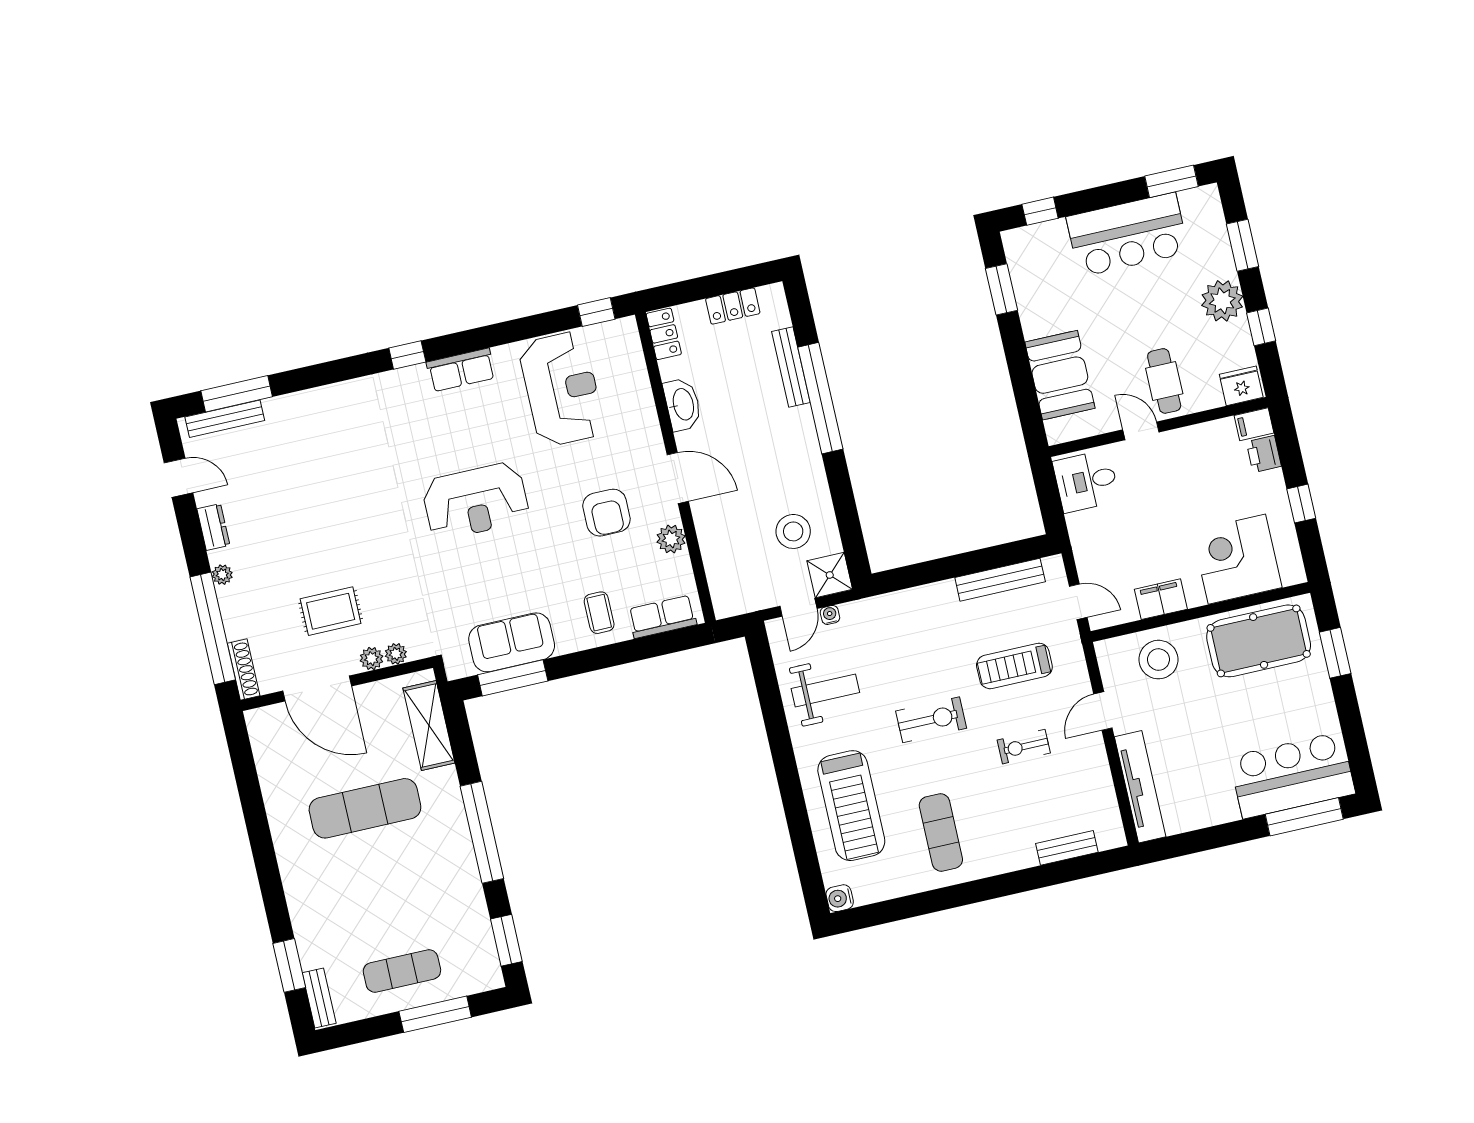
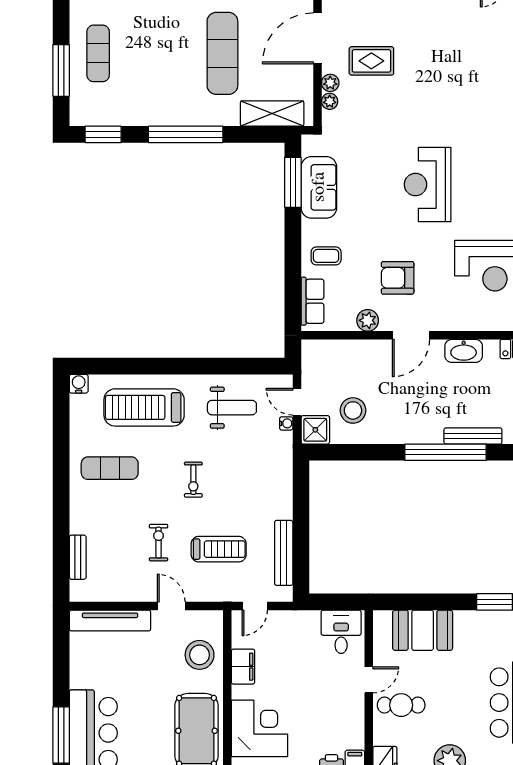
rug: (331, 611) -> (371, 61), turned 90
treadmill: (1014, 666) -> (219, 549), turned 90
weight bench: (825, 691) -> (232, 408), turned -90
exercise bike: (931, 720) -> (193, 480), width x0.73, depth x0.72

